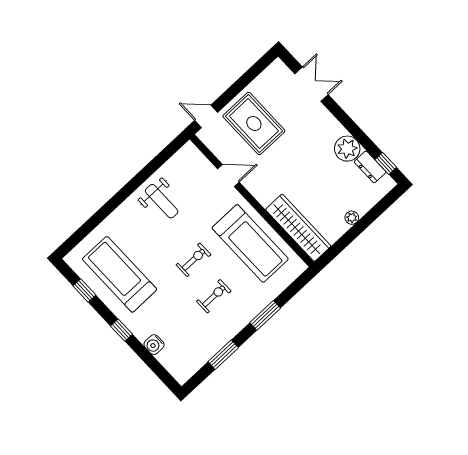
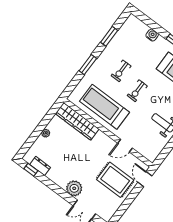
door: (206, 116) -> (145, 179), swing flipped
plant: (347, 149) -> (74, 188), moved

